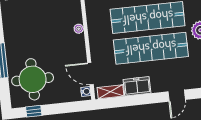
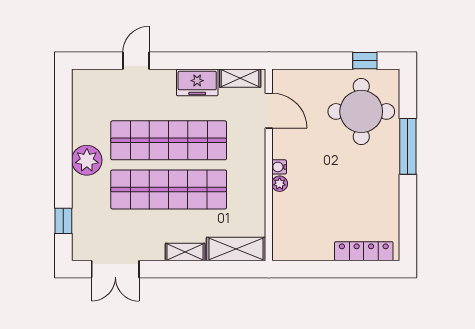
water cooler: (86, 91) -> (279, 167), moved

